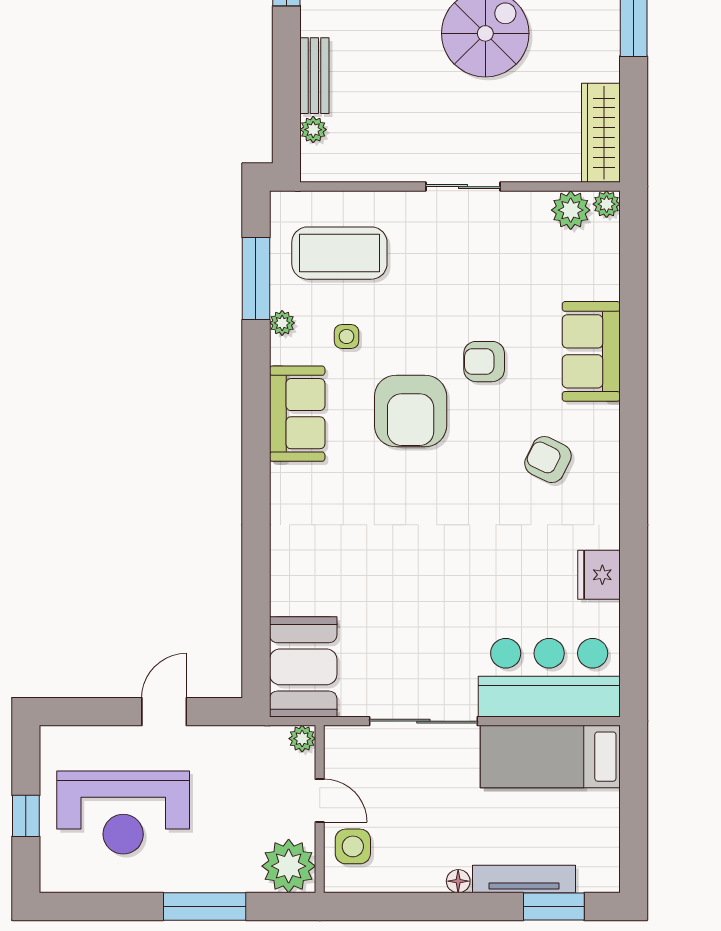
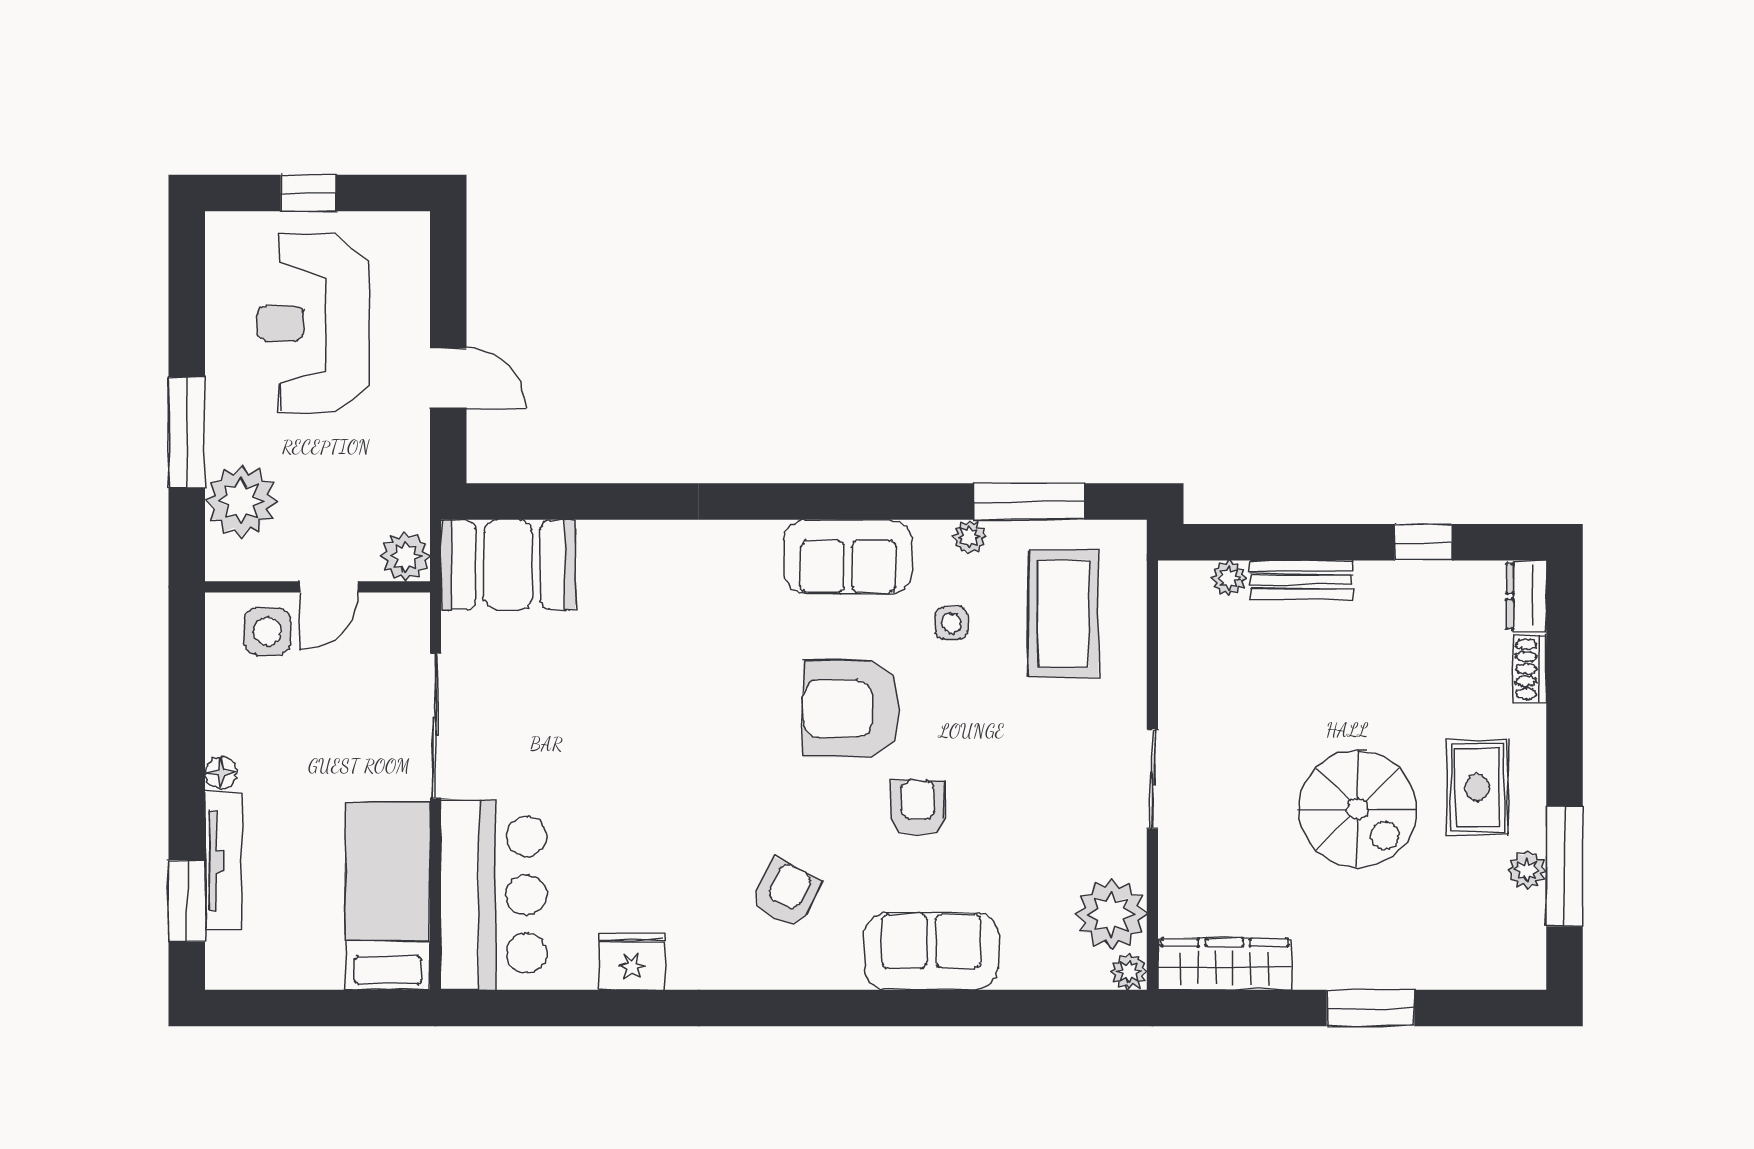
plant: (571, 210) -> (1111, 914), width x1.36, depth x1.36
plant: (302, 739) -> (405, 557), width x1.38, depth x1.38
plant: (289, 866) -> (241, 501), moved

